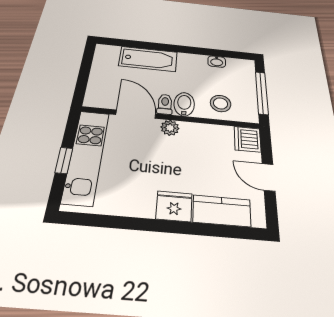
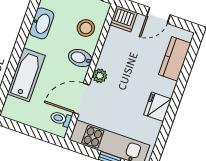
washbasin: (217, 62) -> (42, 23), width x1.91, depth x1.45
toilet: (165, 104) -> (61, 119), moved
fridge: (174, 206) -> (158, 107), moved

